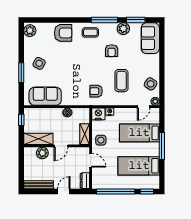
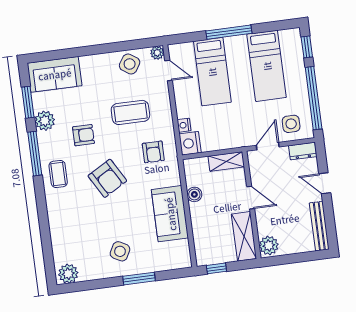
armchair: (63, 33) -> (107, 178), moved, turned 150
sofa: (45, 96) -> (170, 214), moved
side table: (101, 140) -> (291, 124), moved
plant: (42, 153) -> (269, 246), moved

